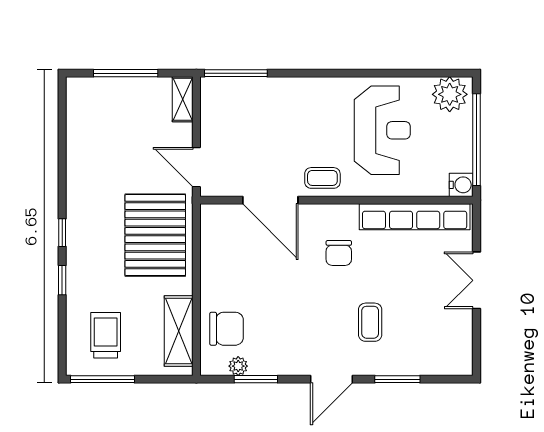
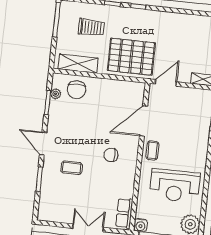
row of seats: (415, 217) -> (124, 213), width x0.50
trolley: (106, 335) -> (91, 27), moved

